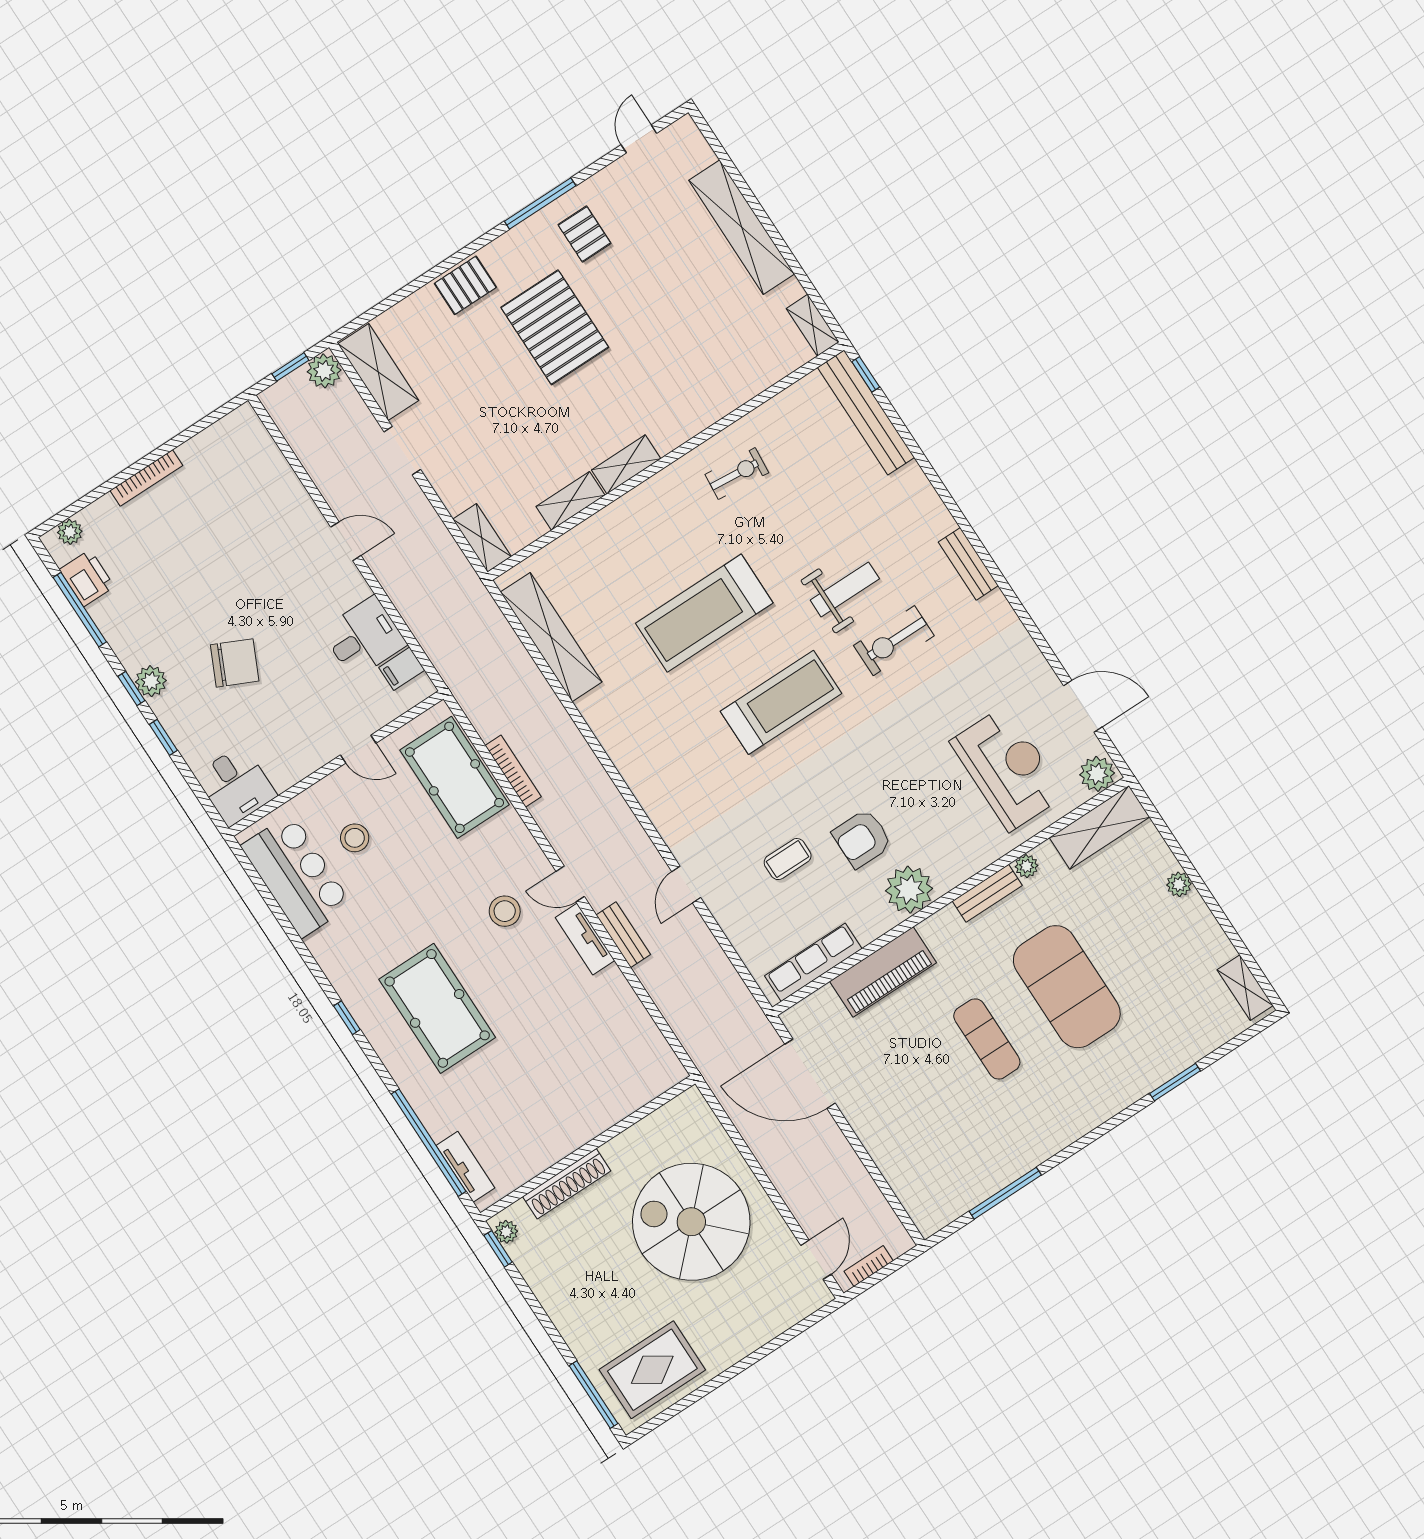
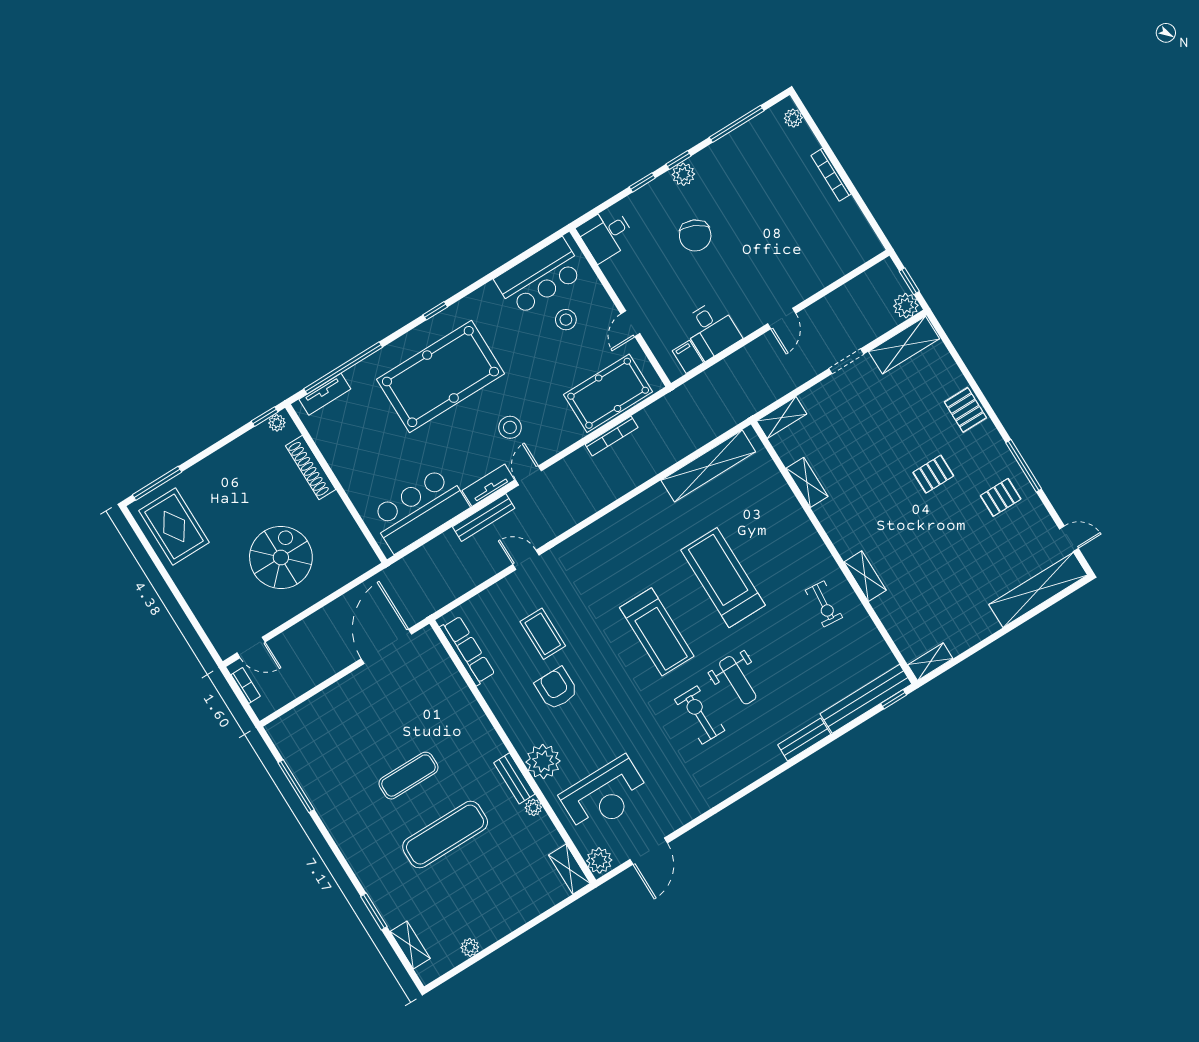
shelving: (742, 227) -> (1038, 590), moved
pallet: (555, 327) -> (933, 474), width x0.49, depth x0.50
shelving: (626, 464) -> (865, 576), moved
bench: (968, 564) -> (804, 739), moved
printer: (87, 578) -> (759, 130), removed
shelving: (1099, 827) -> (569, 869), width x0.67, depth x0.75
coffee table: (788, 859) -> (543, 634), width x1.36, depth x1.30
plant: (1179, 884) -> (470, 947), moved
plant: (909, 890) -> (543, 761), moved
bench: (623, 935) -> (484, 517), width x1.36
piano: (883, 972) -> (459, 701), removed
exercise mat: (1067, 987) -> (445, 835), width x0.68
shelving: (1245, 988) -> (410, 945), moved, turned 90
pool table: (437, 1008) -> (440, 377), width x1.36, depth x1.32
bar counter: (621, 1033) -> (419, 510), added
spiral stairs: (691, 1222) -> (281, 557), width x0.73, depth x0.73

